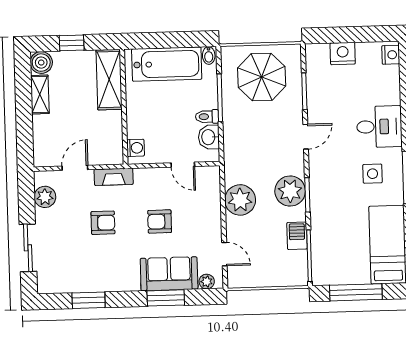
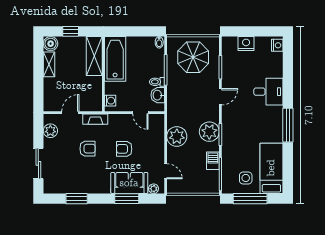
bathtub: (167, 64) -> (115, 59), moved, turned -90
side table: (373, 174) -> (246, 178), moved

